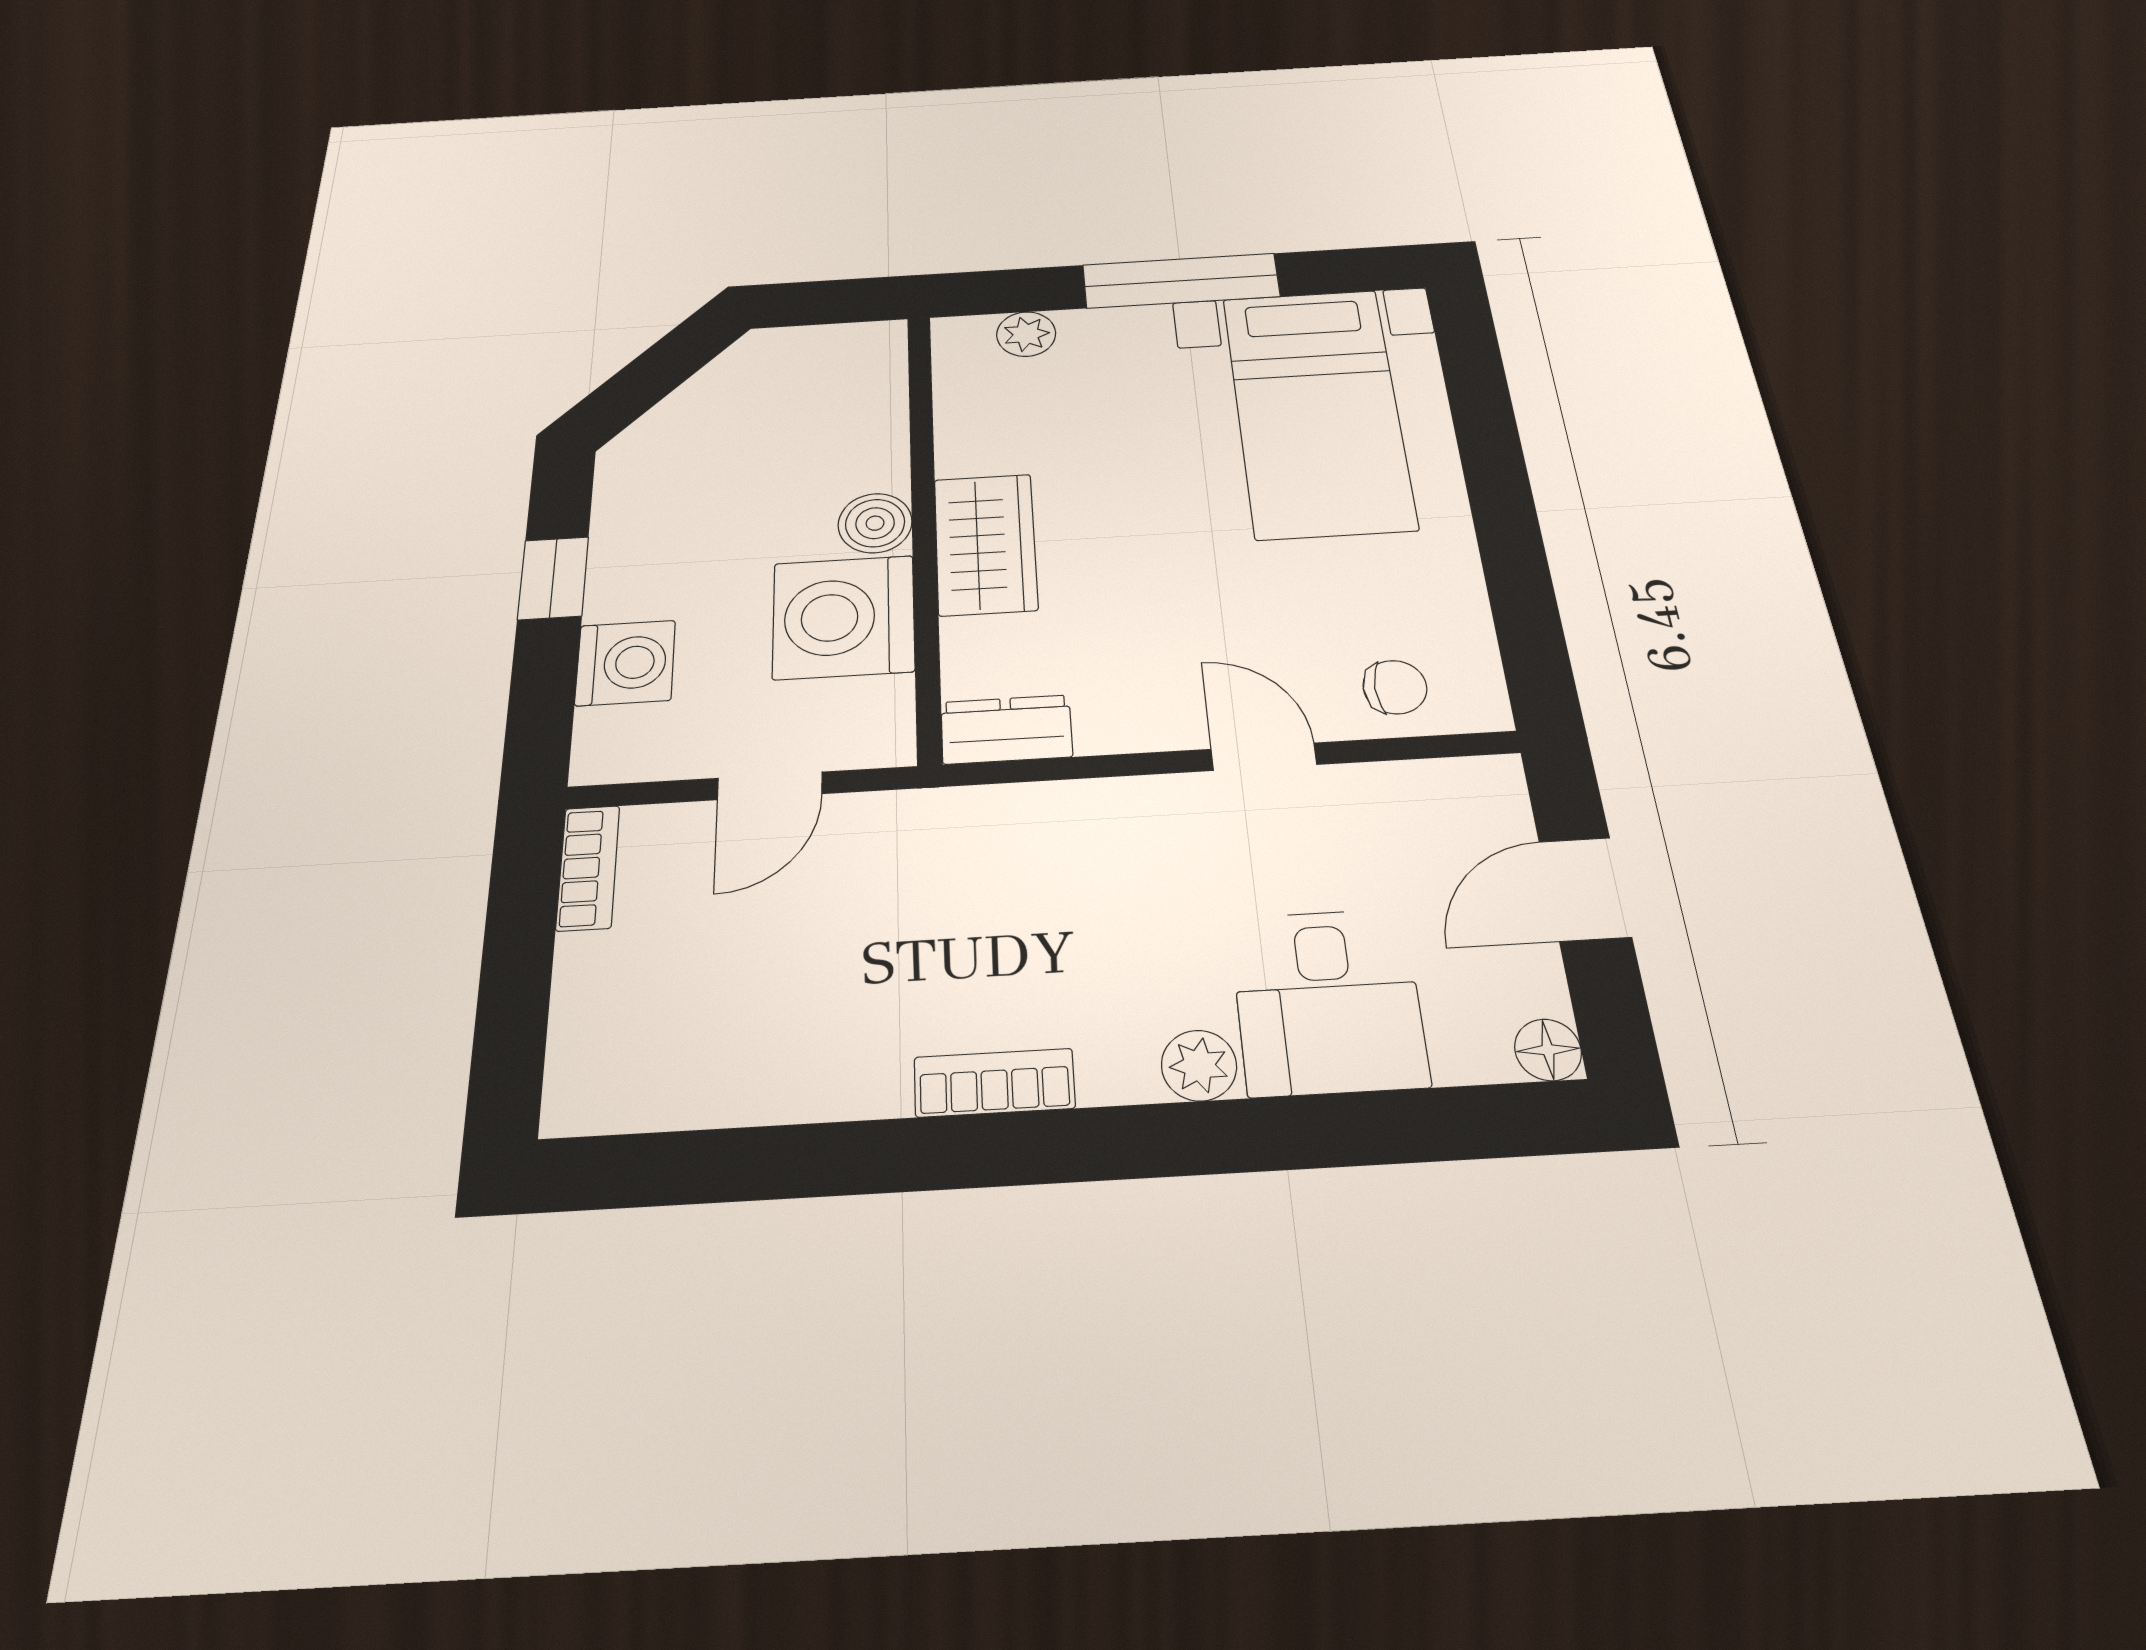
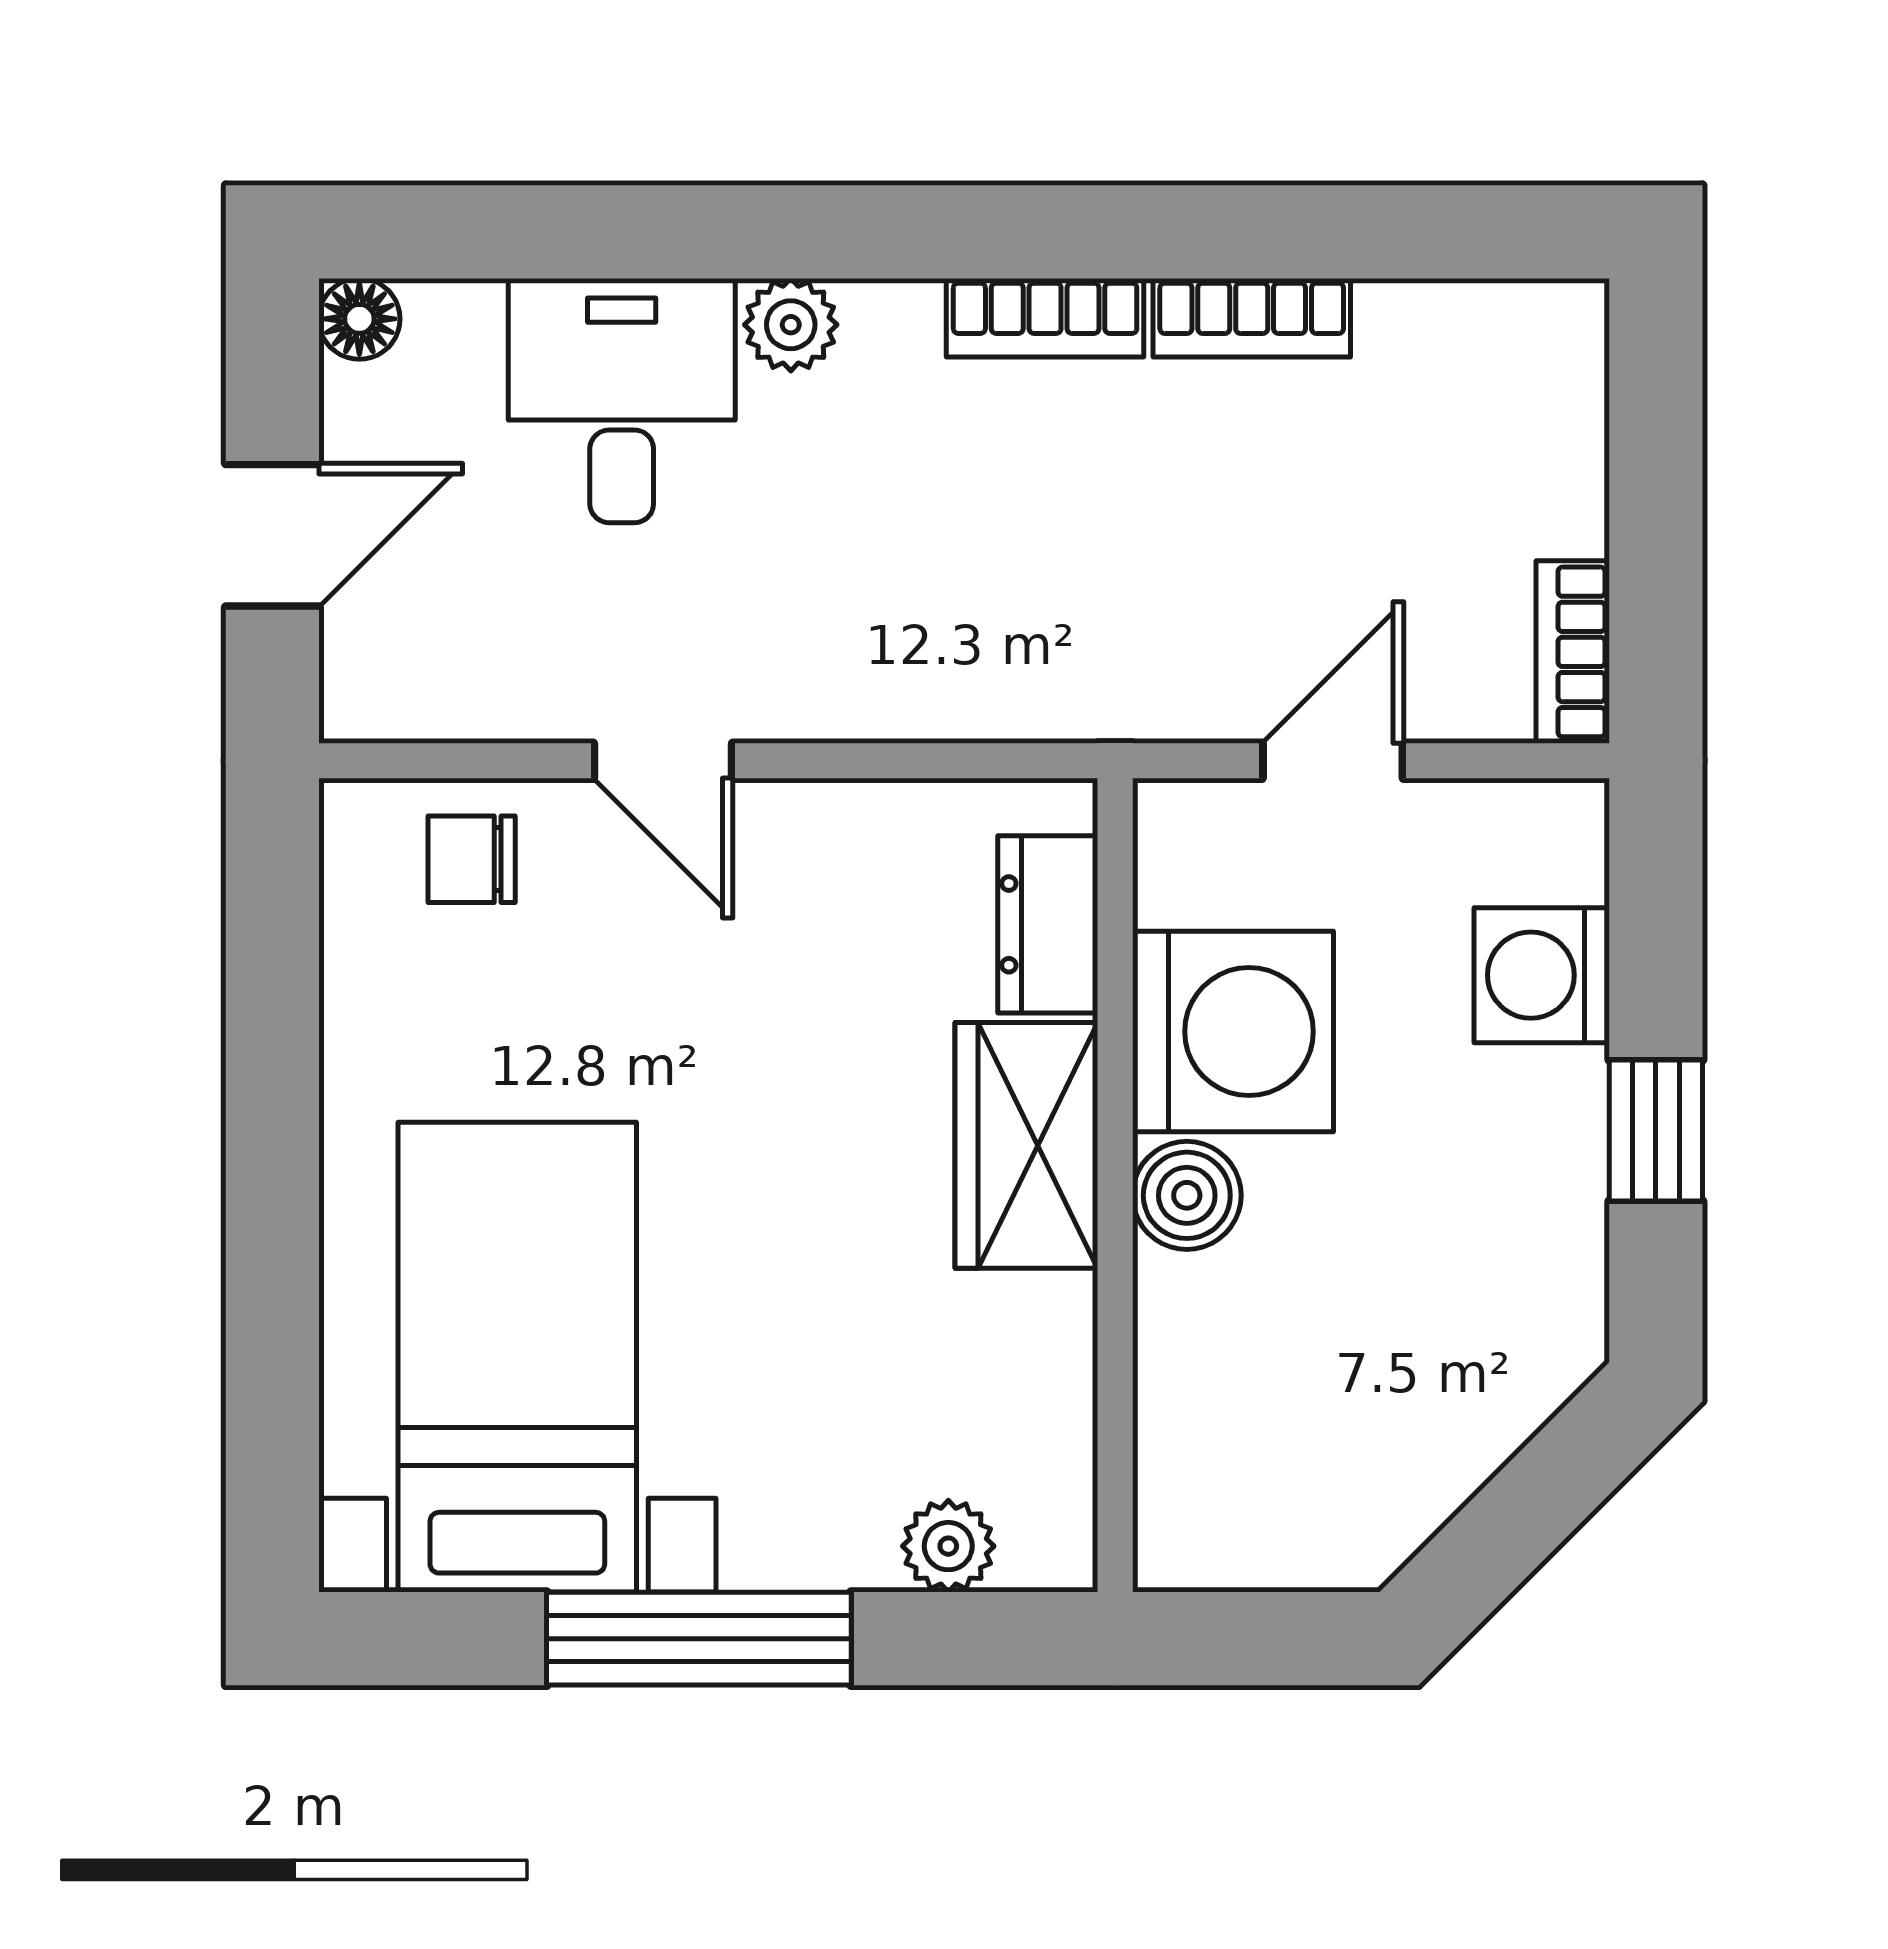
dresser: (1006, 729) -> (1048, 924), moved, turned 90
bookcase: (828, 1092) -> (1252, 318), added

